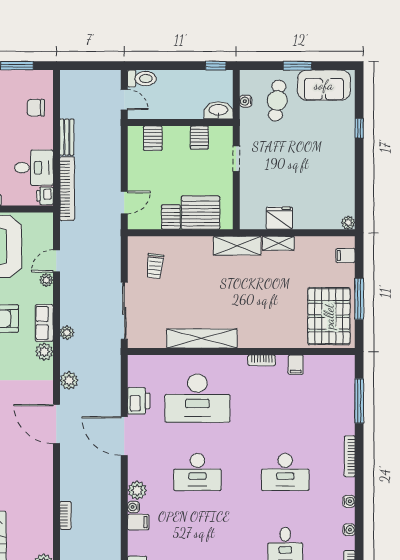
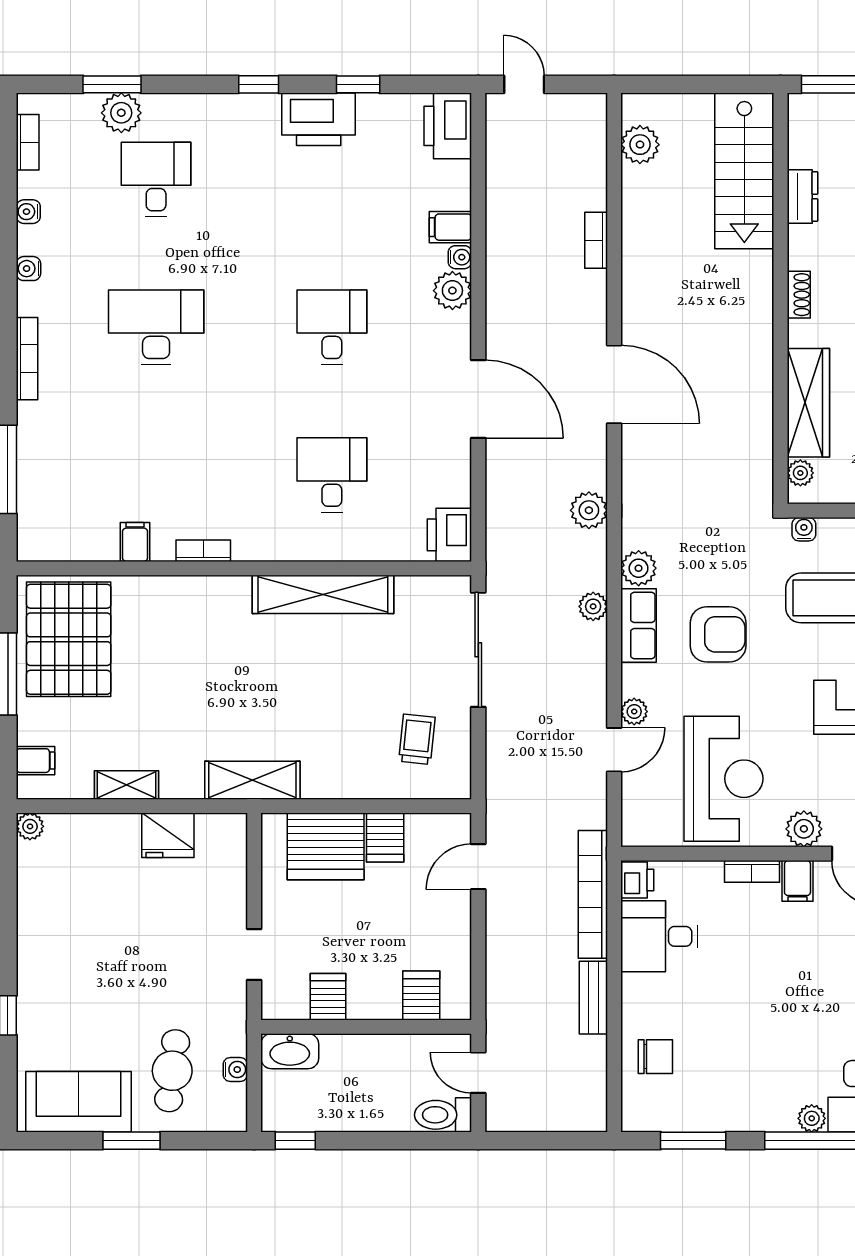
shelving: (278, 243) -> (126, 785), moved
desk: (197, 398) -> (332, 475), width x0.53, depth x0.77
printer: (139, 401) -> (449, 535), moved
door: (56, 424) -> (614, 384), moved
desk: (197, 472) -> (332, 327), width x0.73

